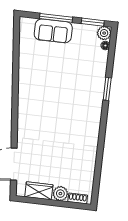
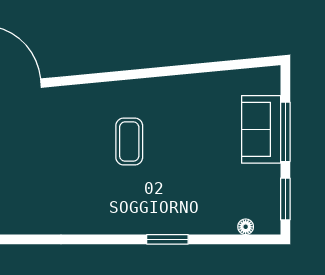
plant: (104, 33) -> (268, 222), removed
coffee table: (52, 104) -> (129, 142), added

